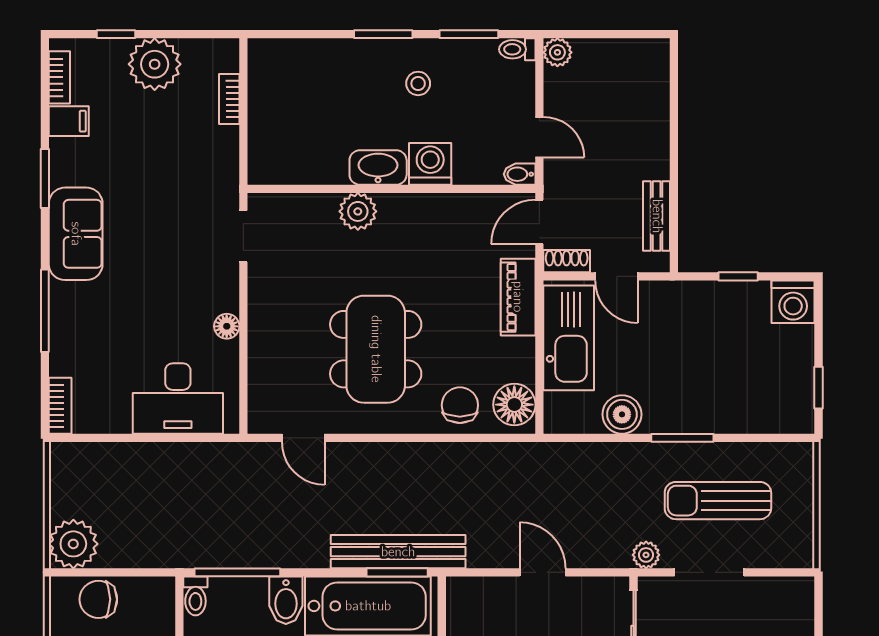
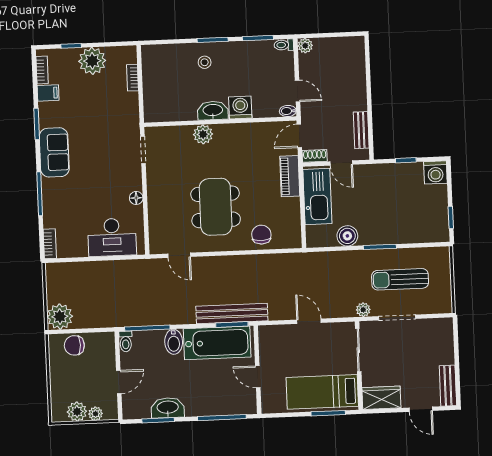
stool: (418, 83) -> (205, 62), moved
floor lamp: (514, 405) -> (290, 233), removed

